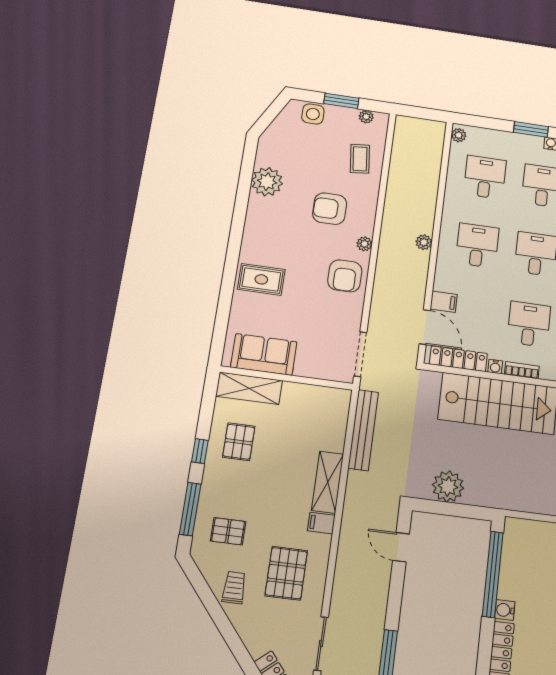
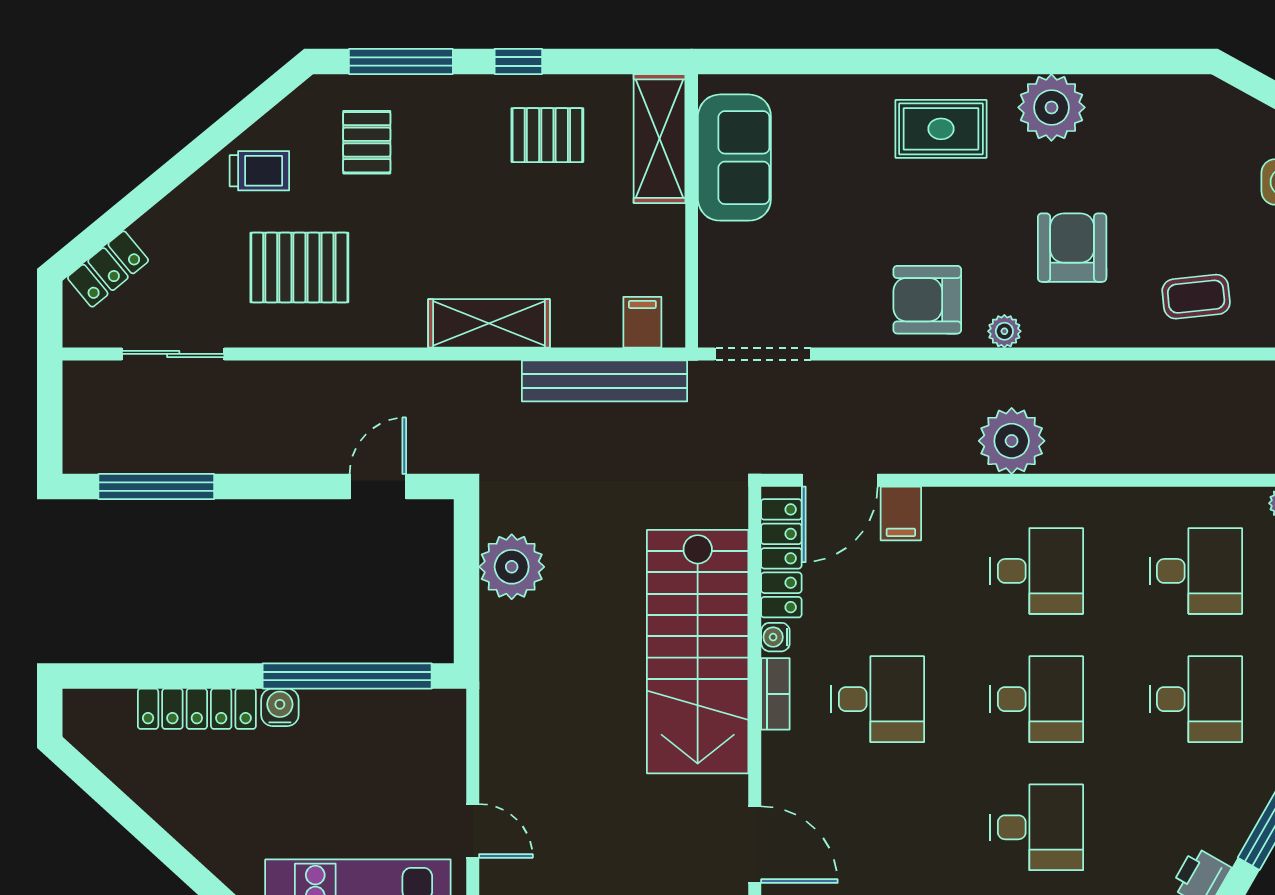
plant: (267, 182) -> (1051, 107), moved
plant: (424, 242) -> (1012, 441), width x1.88, depth x1.88
rug: (261, 279) -> (941, 129), moved, turned 90
filing cabinet: (321, 523) -> (642, 322), moved

